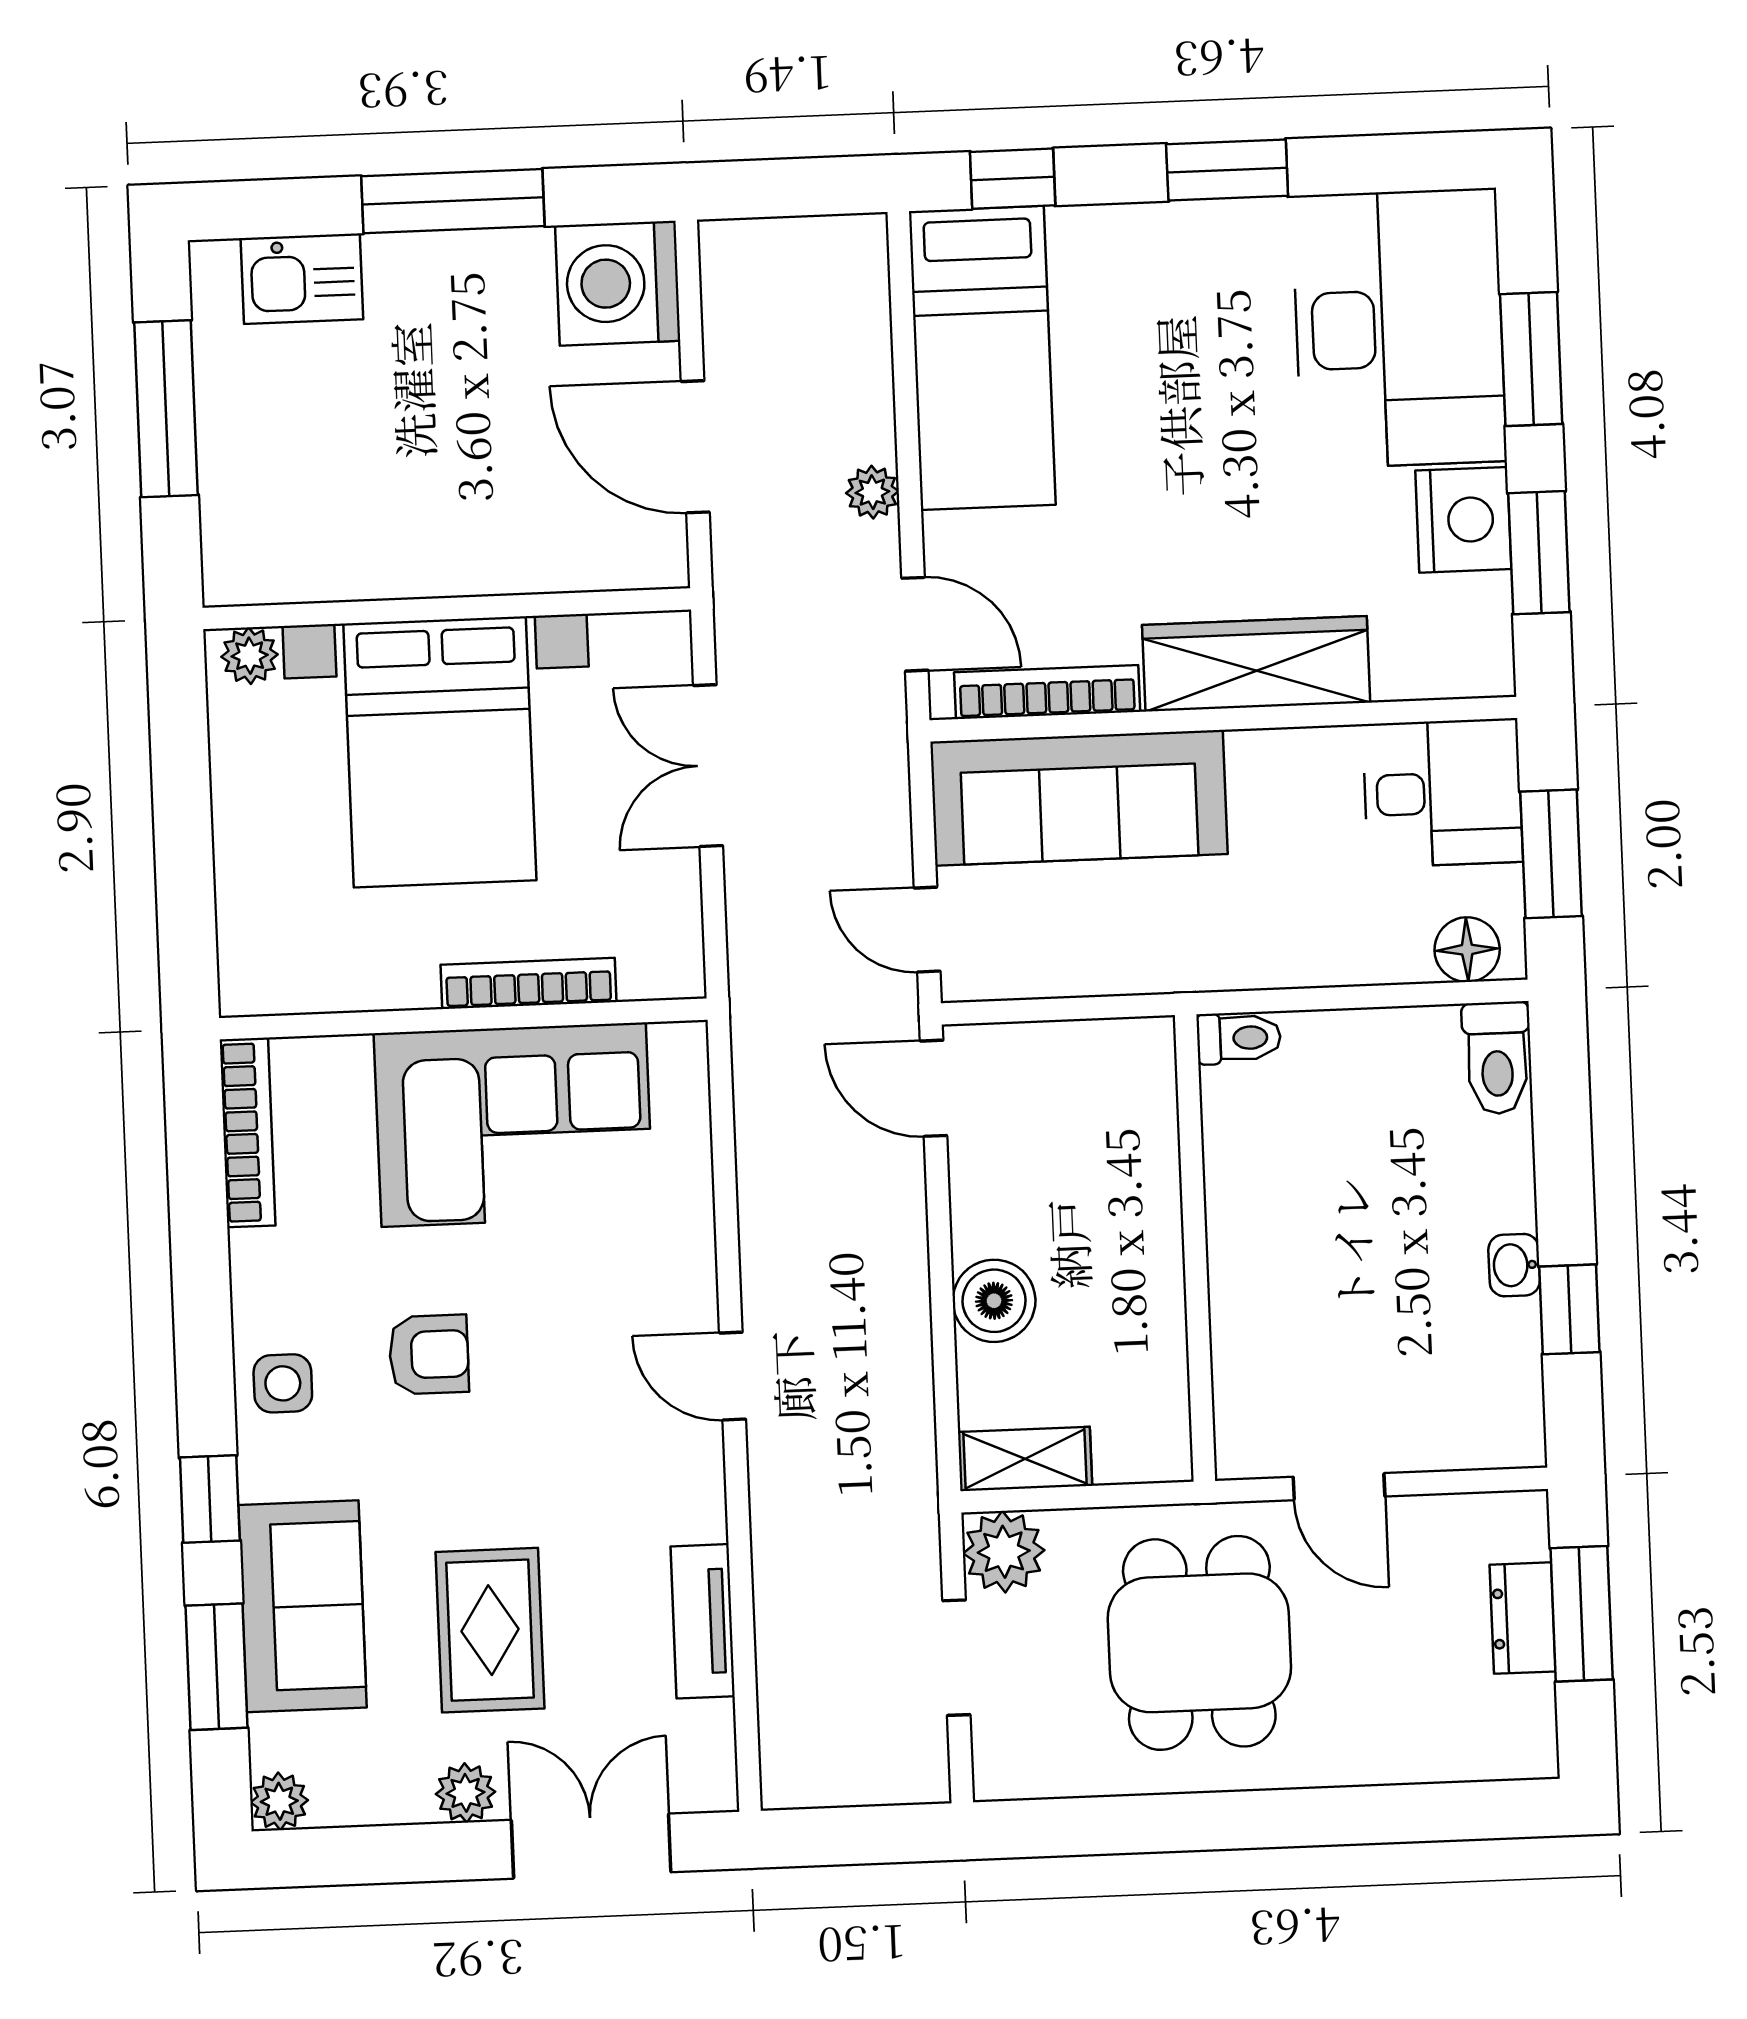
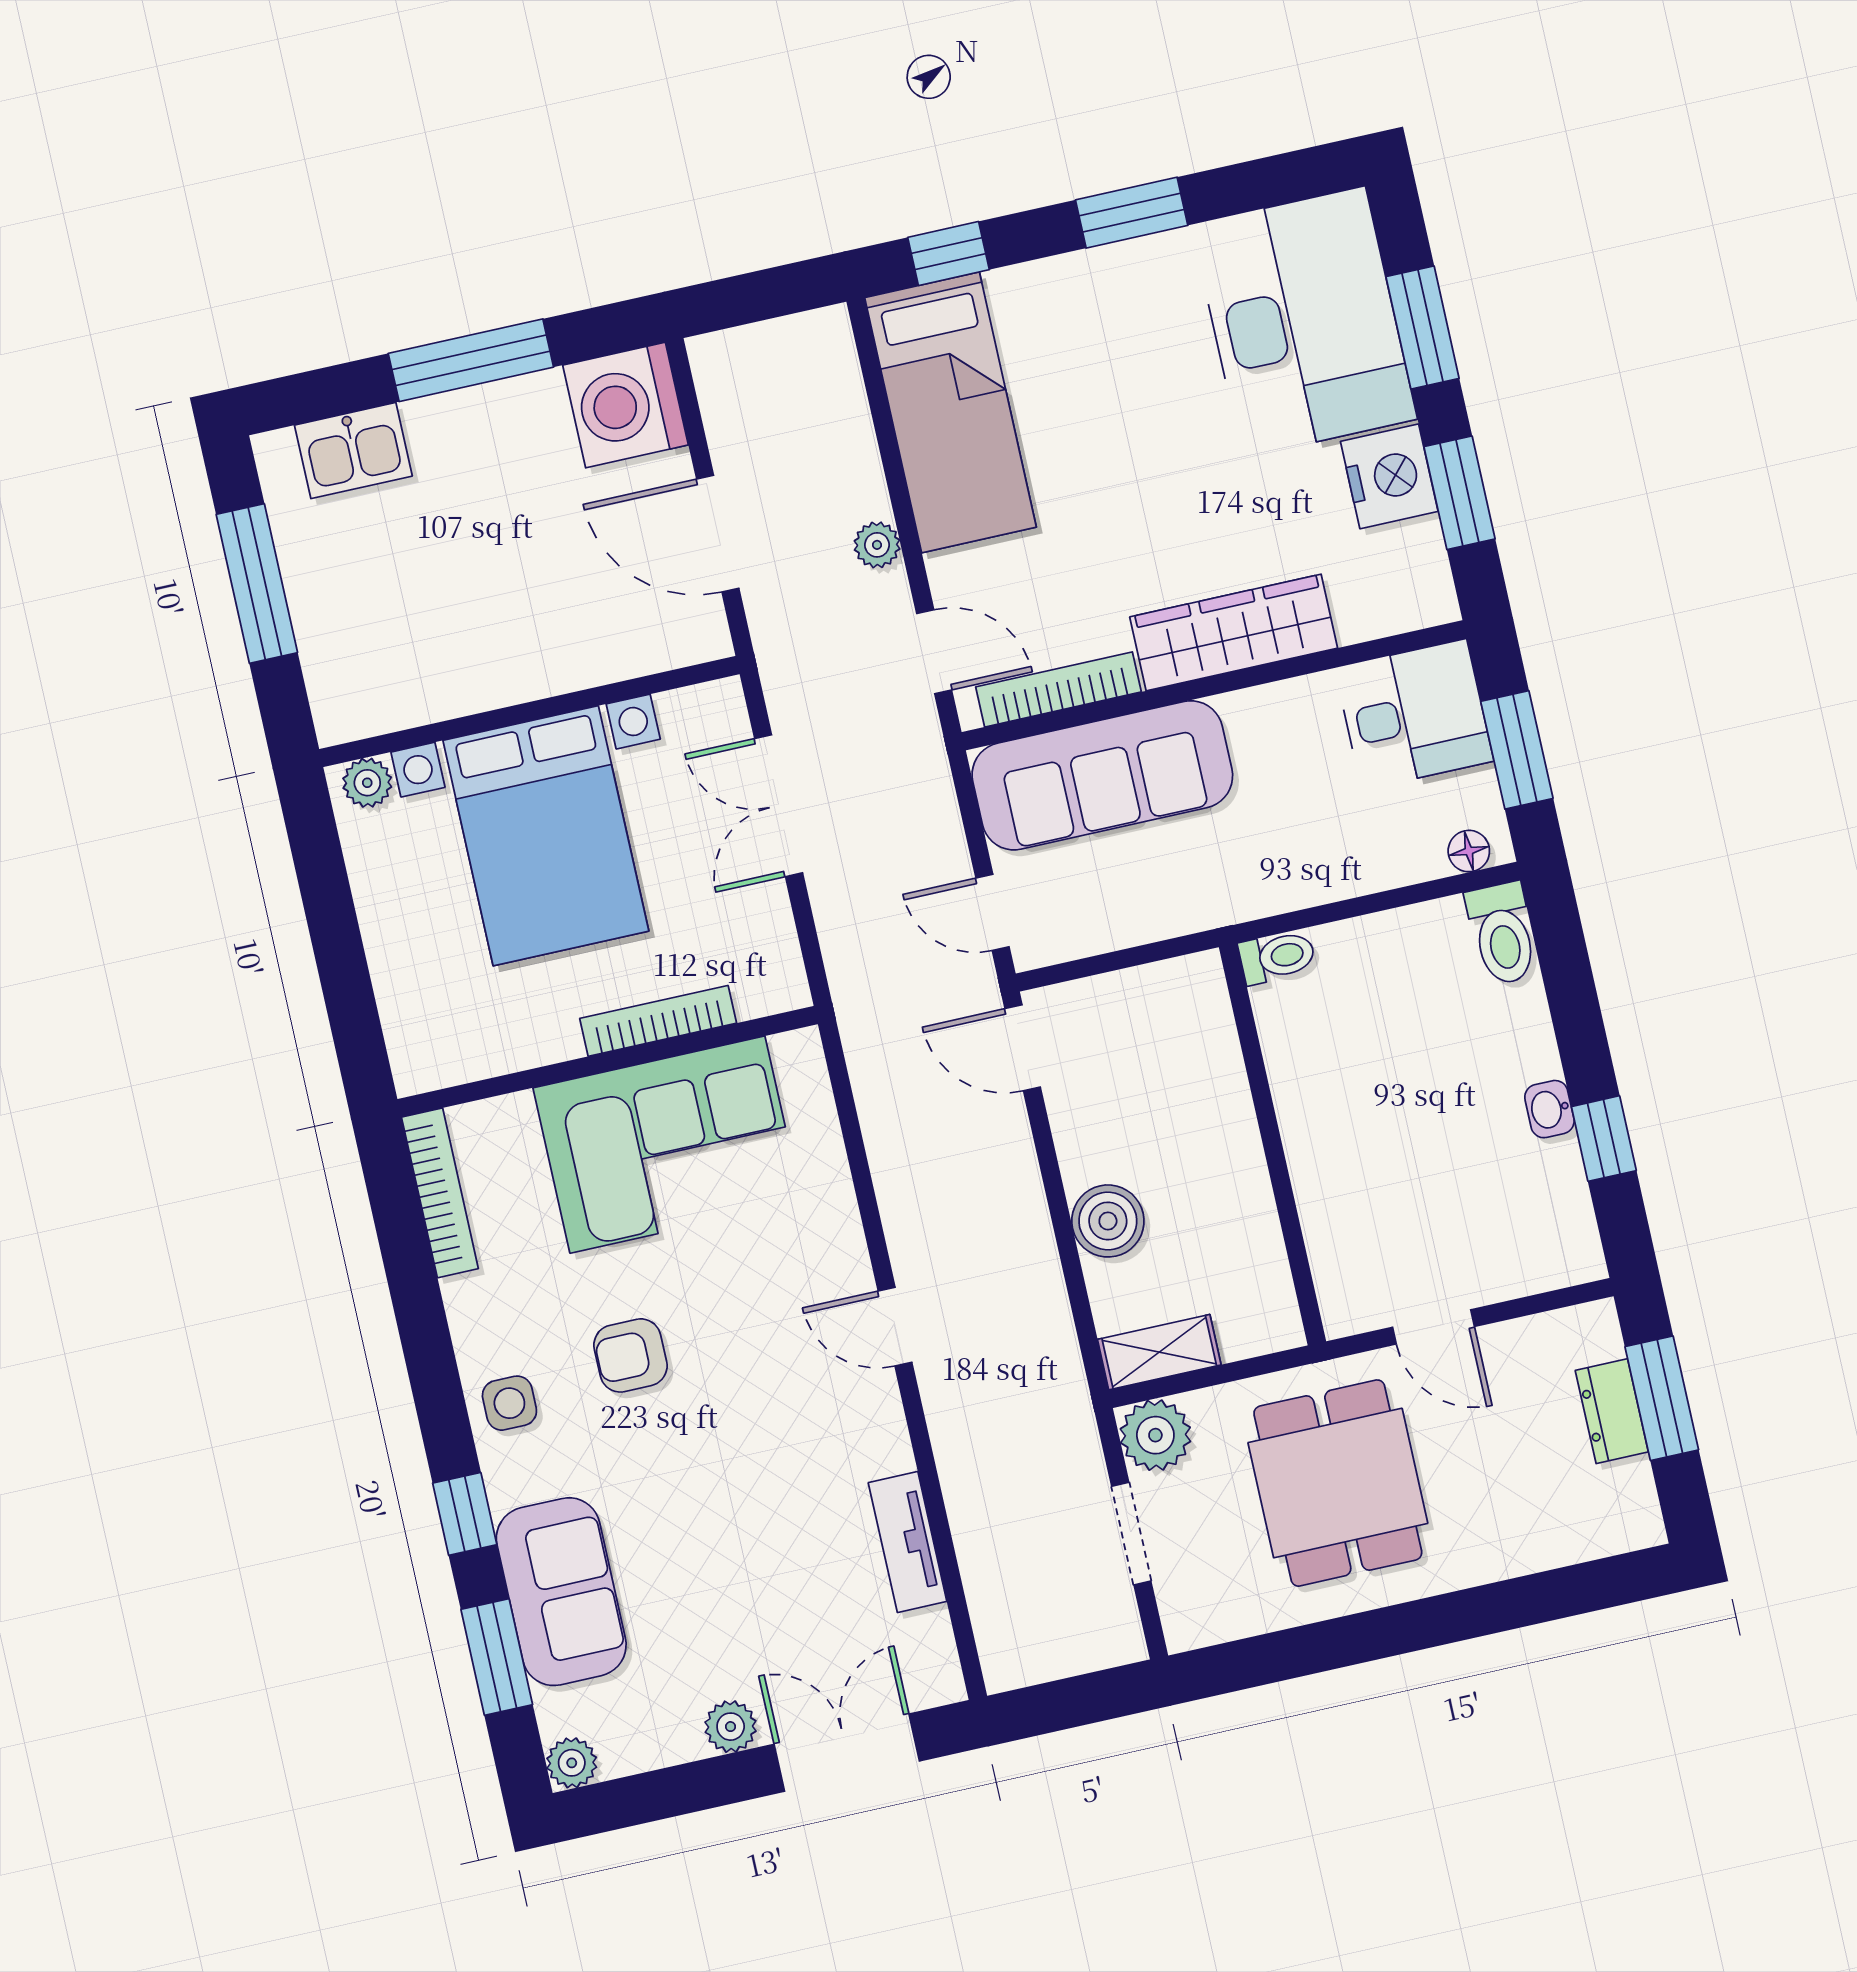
floor lamp: (1467, 950) -> (1469, 851), width x0.73, depth x0.73
armchair: (429, 1355) -> (630, 1355), turned 180
rug: (490, 1630) -> (726, 1583), removed

